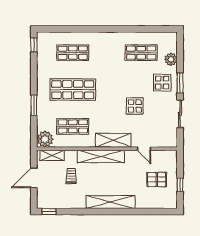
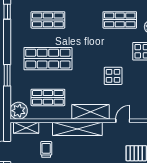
door: (144, 149) -> (123, 121), swing flipped

